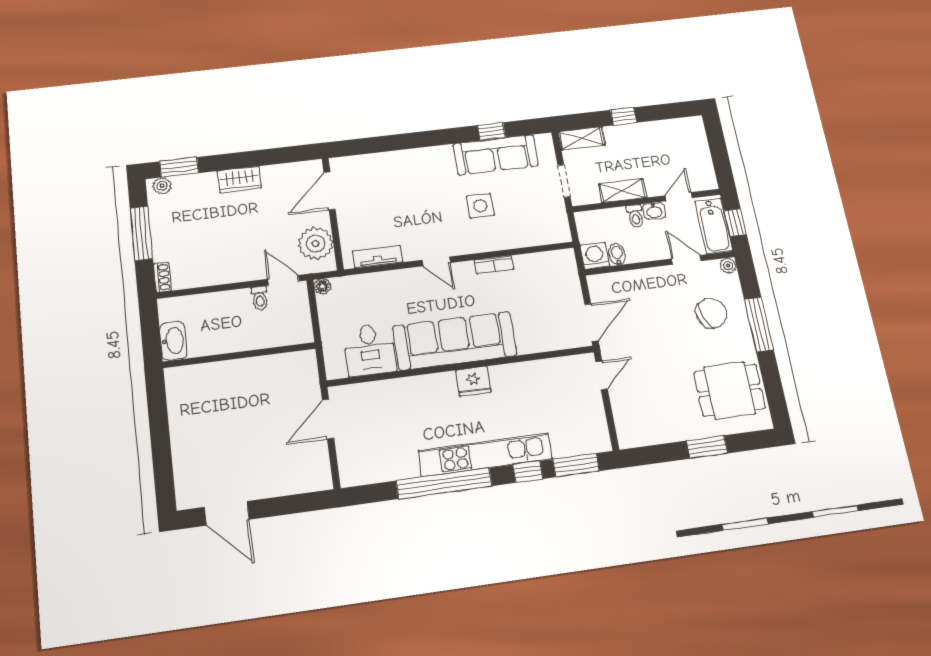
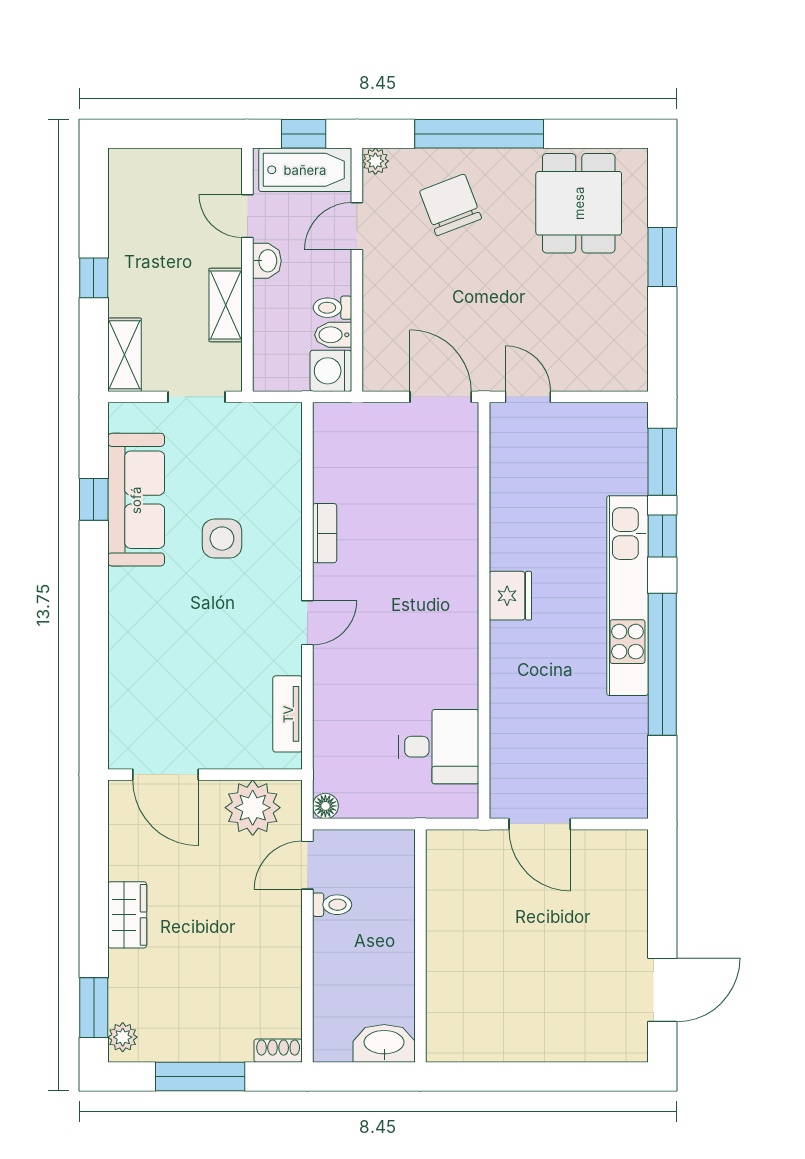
toilet: (635, 216) -> (332, 308), moved, turned 180
window: (759, 324) -> (479, 134), width x1.46
sofa: (455, 341) -> (442, 614), removed

